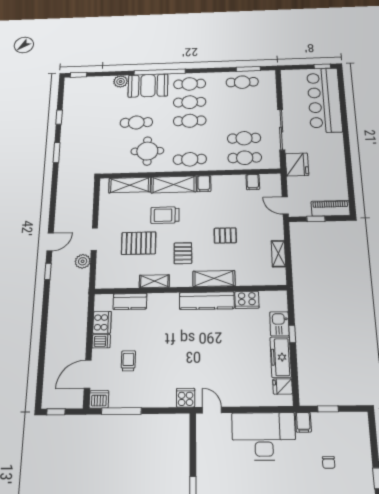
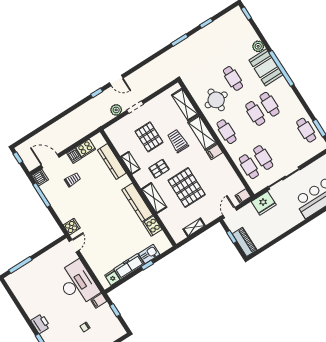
cafe table: (190, 84) -> (284, 95), removed
filing cabinet: (253, 182) -> (243, 196), moved
pallet: (225, 235) -> (187, 187), width x2.05, depth x2.00
kitchen counter: (130, 301) -> (112, 162), width x1.50

